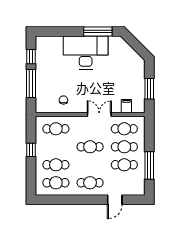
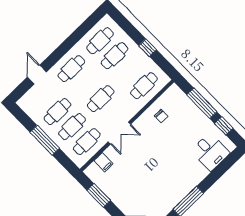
desk: (86, 52) -> (210, 152), moved, width x0.53, depth x0.77
window: (149, 165) -> (45, 140), moved

